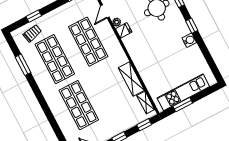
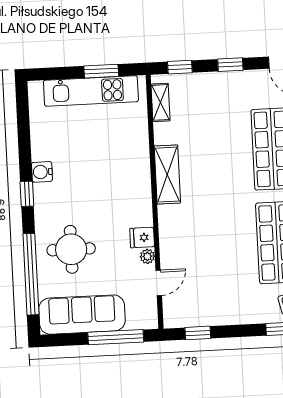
shop shelf: (88, 42) -> (209, 246), removed
shelving: (131, 79) -> (167, 175), moved

